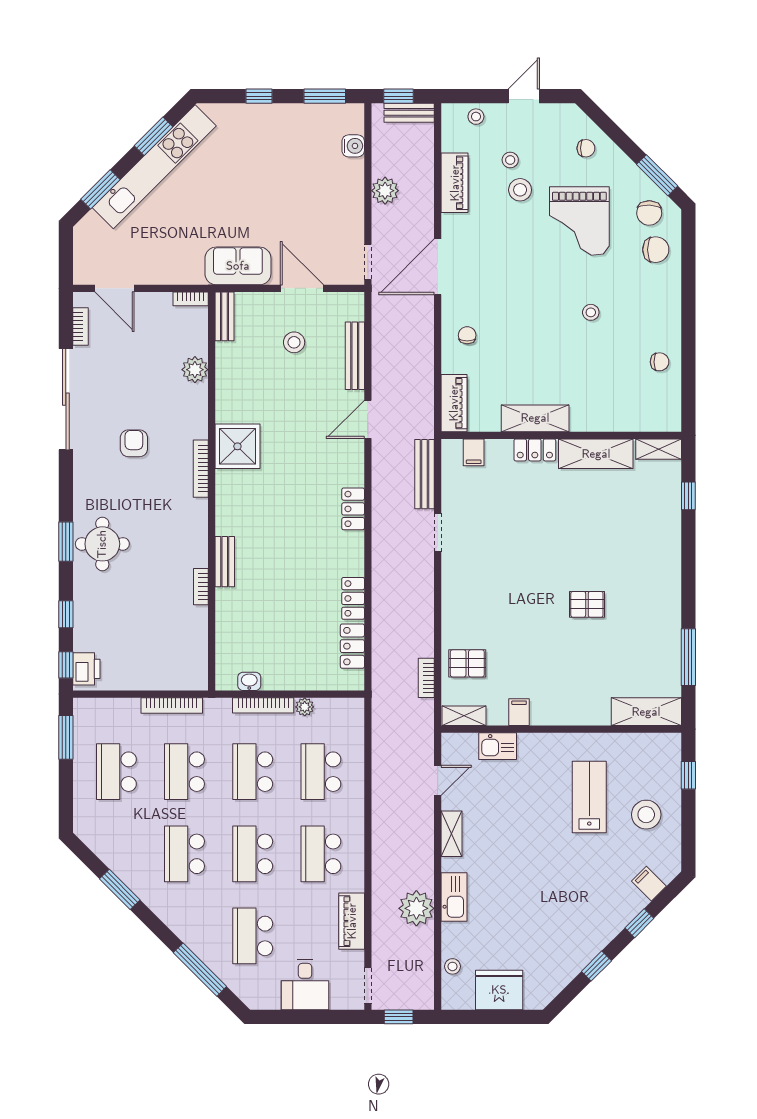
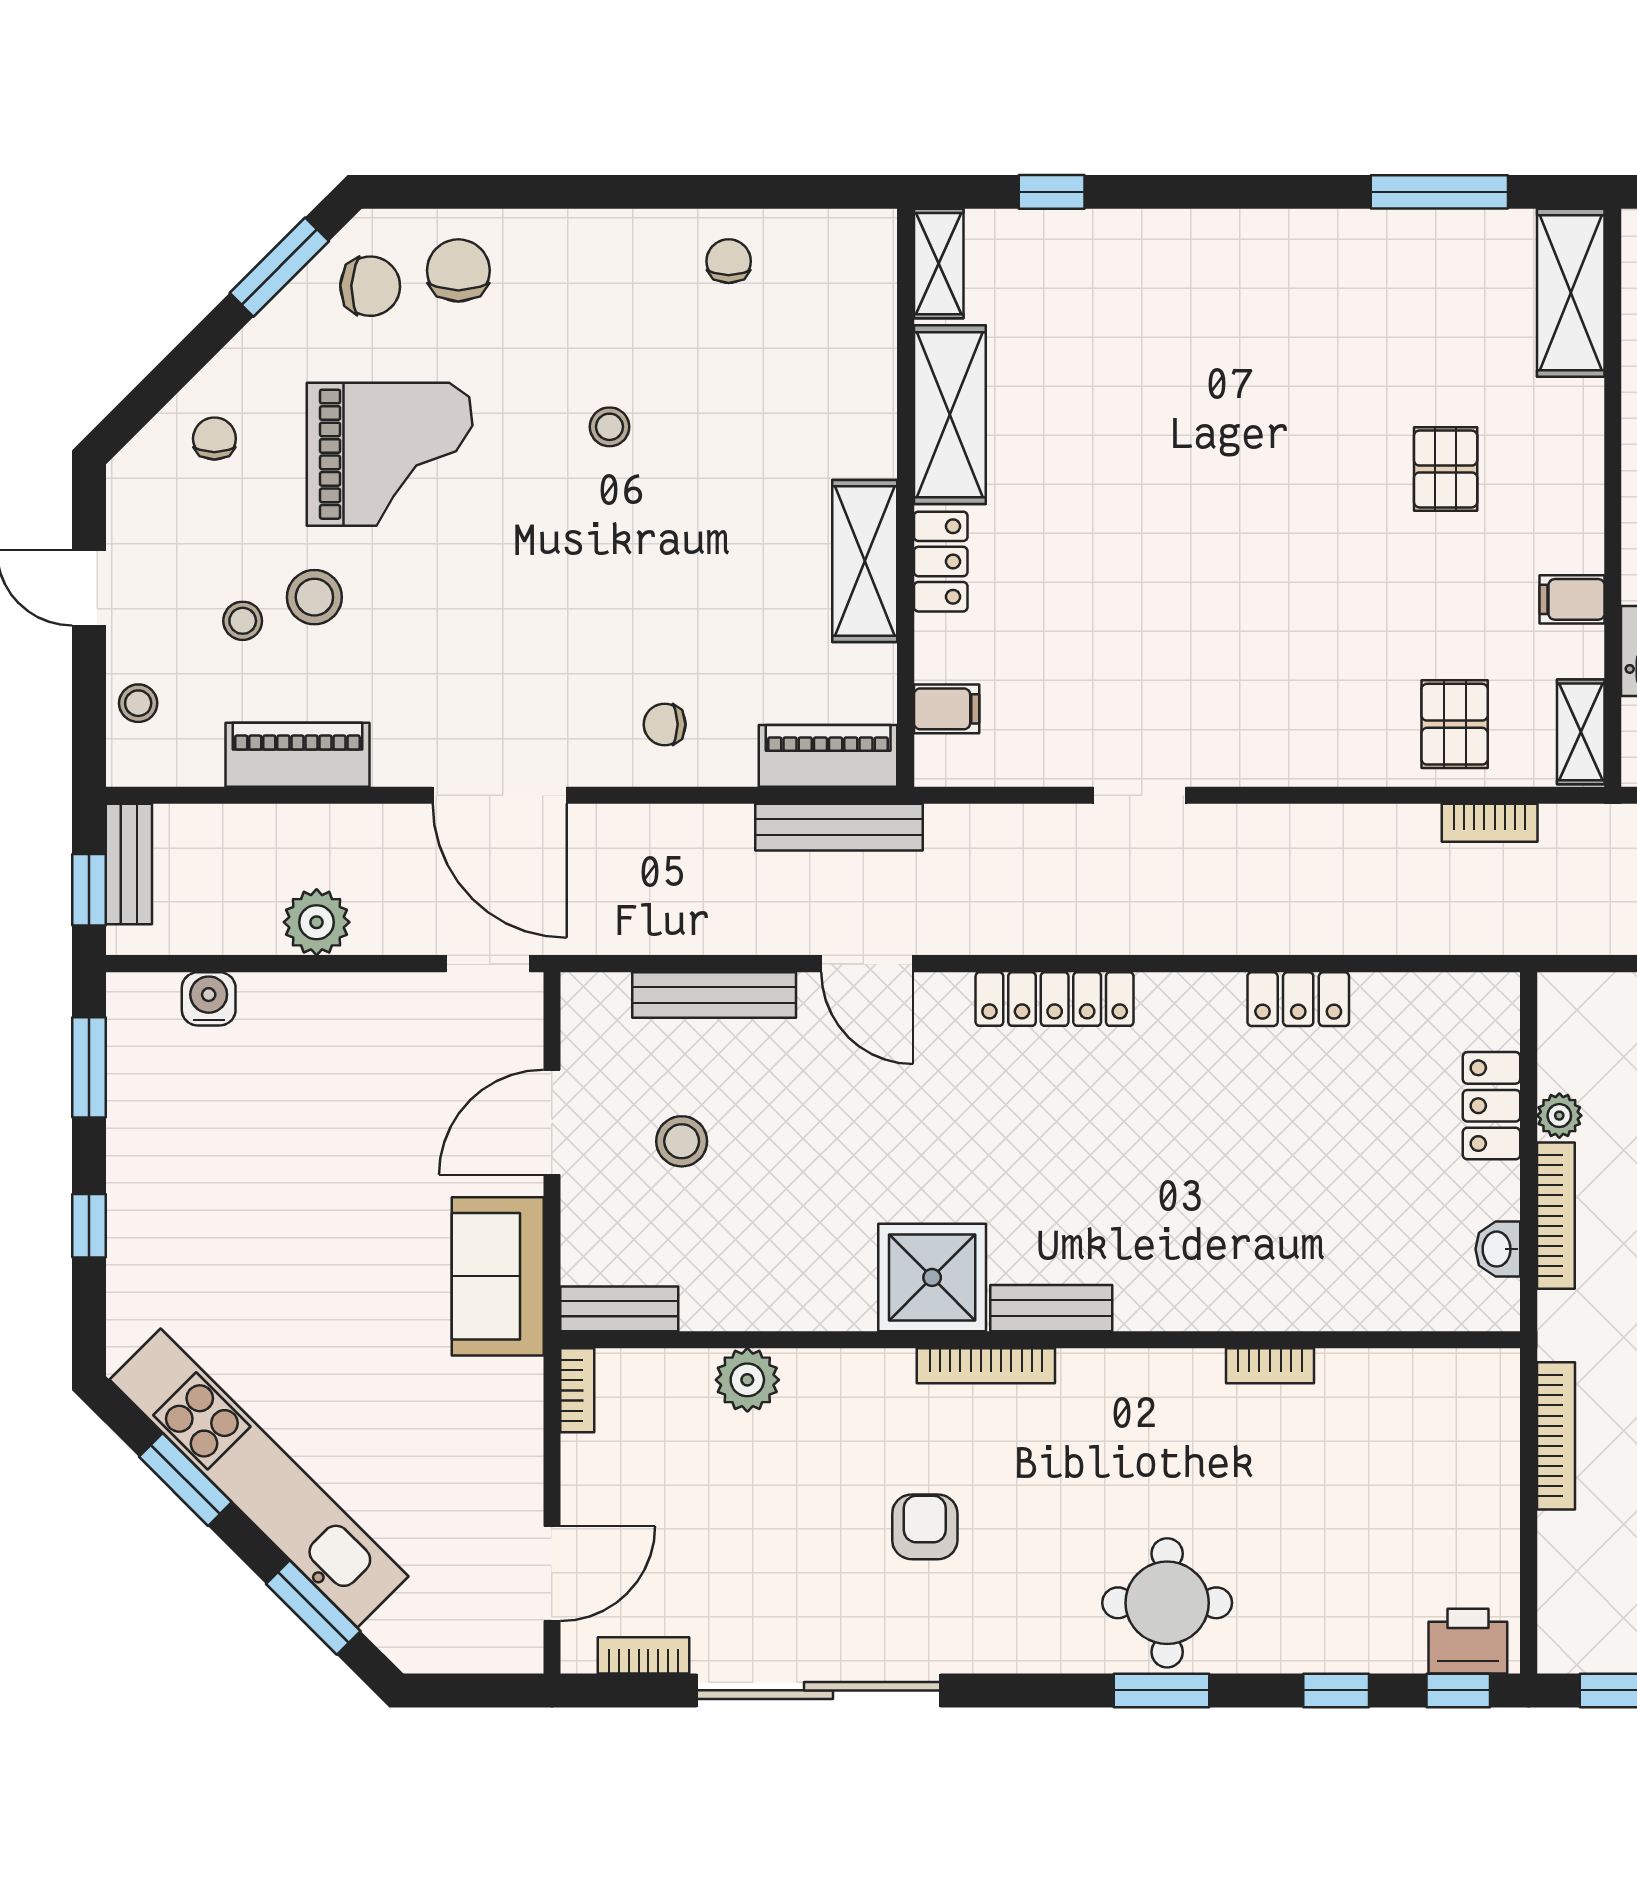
armchair: (134, 443) -> (925, 1527), turned 90
bench: (425, 474) -> (839, 827), moved
locker: (353, 509) -> (1055, 999), width x1.53
bench: (225, 562) -> (1051, 1308), moved
pallet: (587, 604) -> (1446, 469), moved
locker: (352, 646) -> (1492, 1106), moved, turned 90

